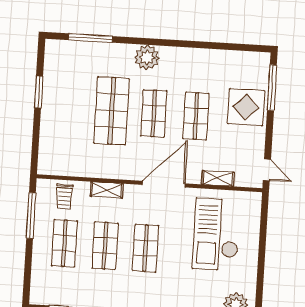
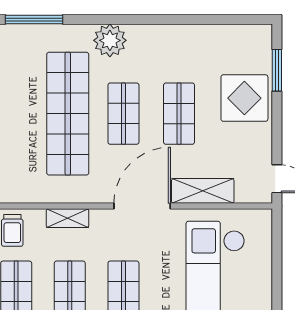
window: (272, 88) -> (277, 70), width x0.69
shop shelf: (112, 111) -> (68, 114), width x1.40
shelving: (218, 178) -> (203, 191), width x1.50, depth x1.33

